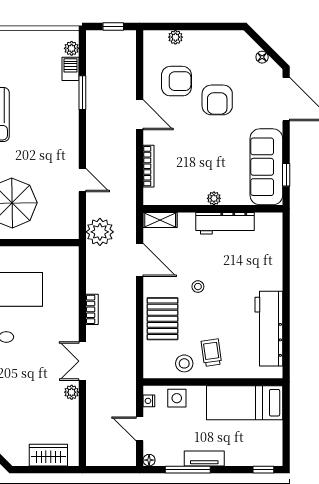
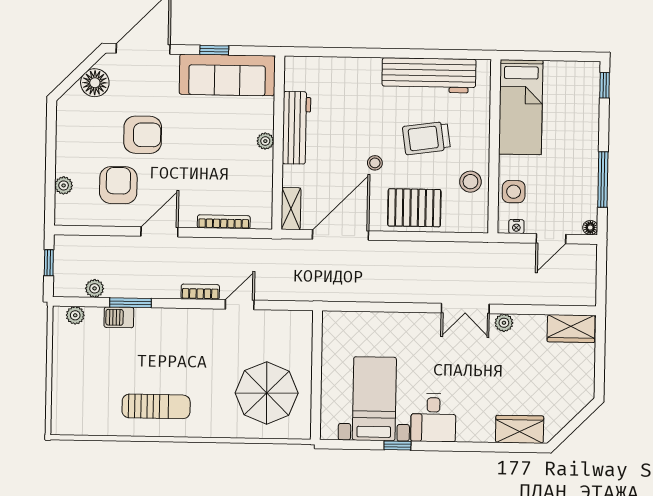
floor lamp: (262, 57) -> (95, 83), width x1.89, depth x1.89
barbecue: (70, 69) -> (119, 317), moved
window: (286, 175) -> (214, 50), moved
plant: (100, 232) -> (95, 288), moved, width x0.53, depth x0.53
door: (140, 260) -> (340, 235), width x1.36
bookcase: (92, 309) -> (200, 292), moved
trolley: (211, 353) -> (426, 138), moved, width x1.36, depth x1.39
wardrobe: (48, 455) -> (571, 329), moved, turned -90
tv unit: (204, 458) -> (589, 159), removed

